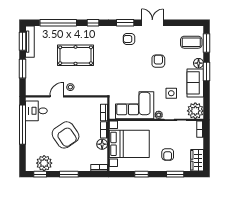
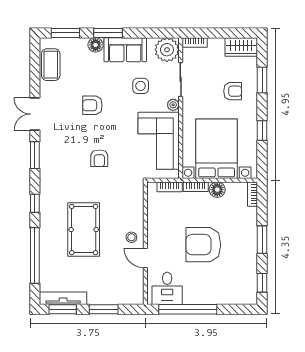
armchair: (129, 39) -> (99, 158), moved
coffee table: (191, 42) -> (51, 65), moved
armchair: (66, 135) -> (203, 245), turned -146
plant: (44, 163) -> (246, 277), removed

